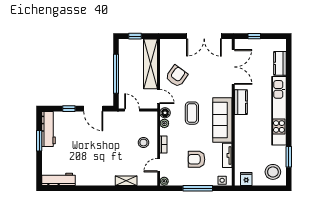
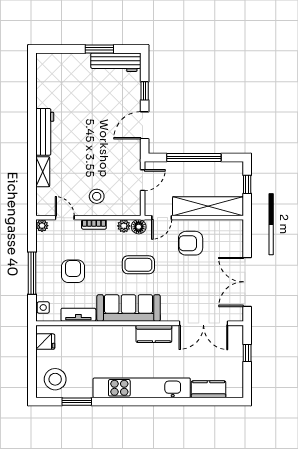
armchair: (177, 76) -> (191, 243), turned 144
workbench: (59, 179) -> (45, 132), moved

